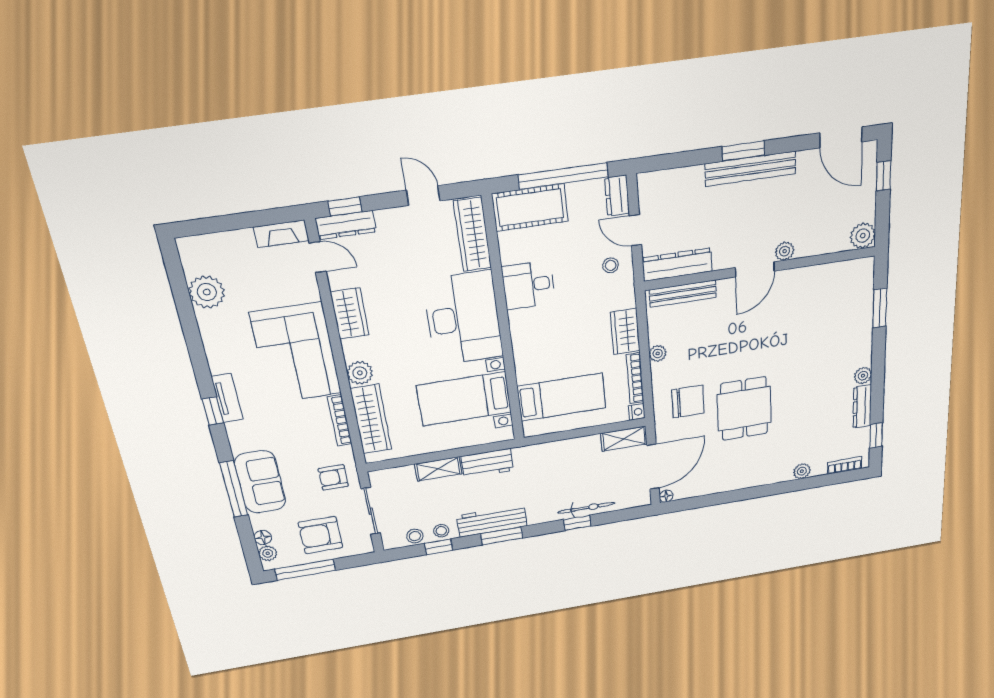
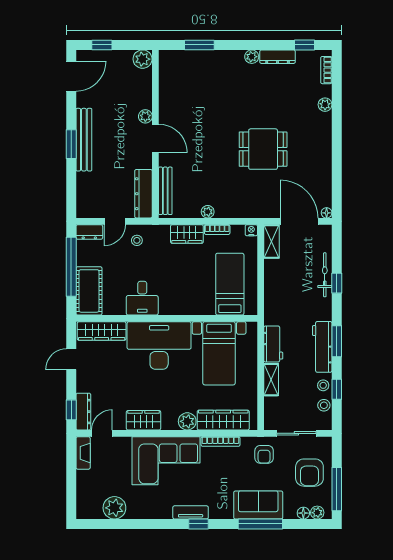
bookcase: (635, 378) -> (217, 230), width x0.64
chair: (688, 402) -> (250, 192), removed

